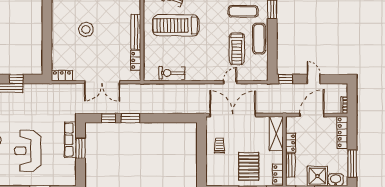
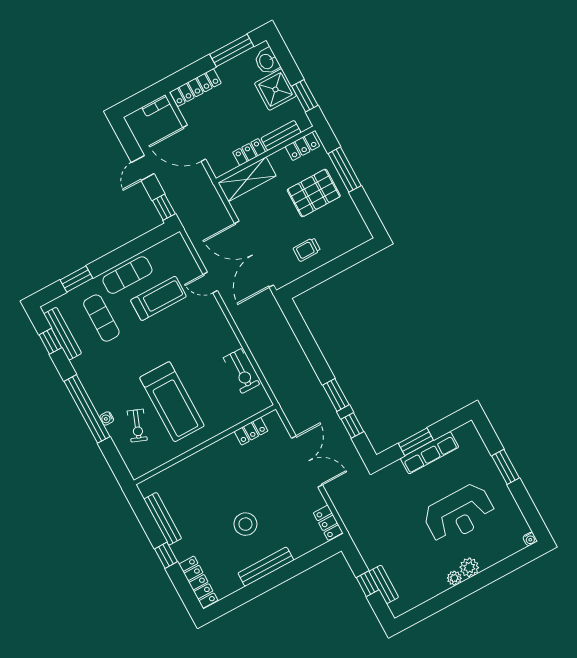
bench: (136, 32) -> (266, 567), moved
row of seats: (70, 140) -> (430, 453), moved

